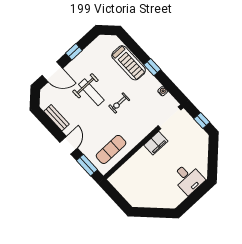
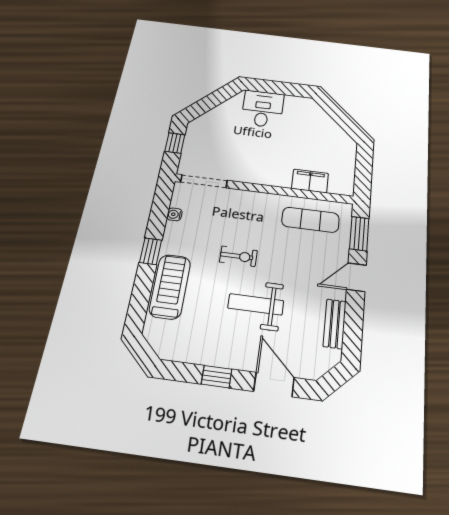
weight bench: (91, 92) -> (256, 304), turned -90
filing cabinet: (156, 143) -> (310, 181), moved

